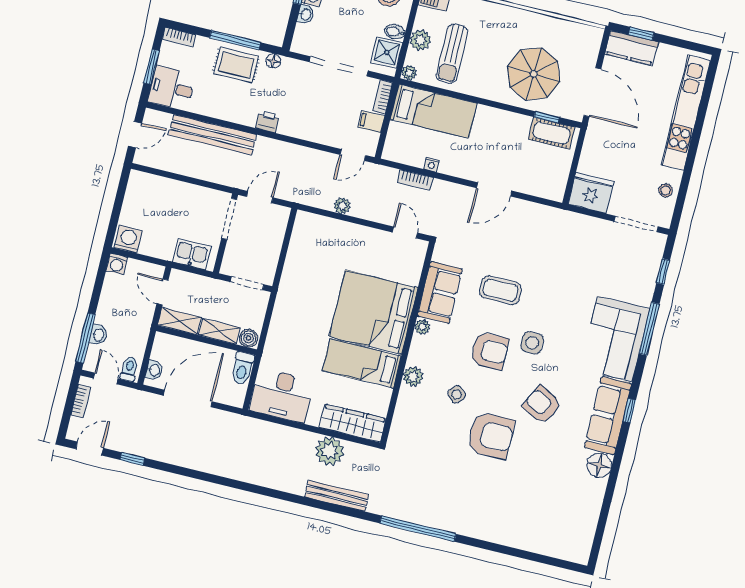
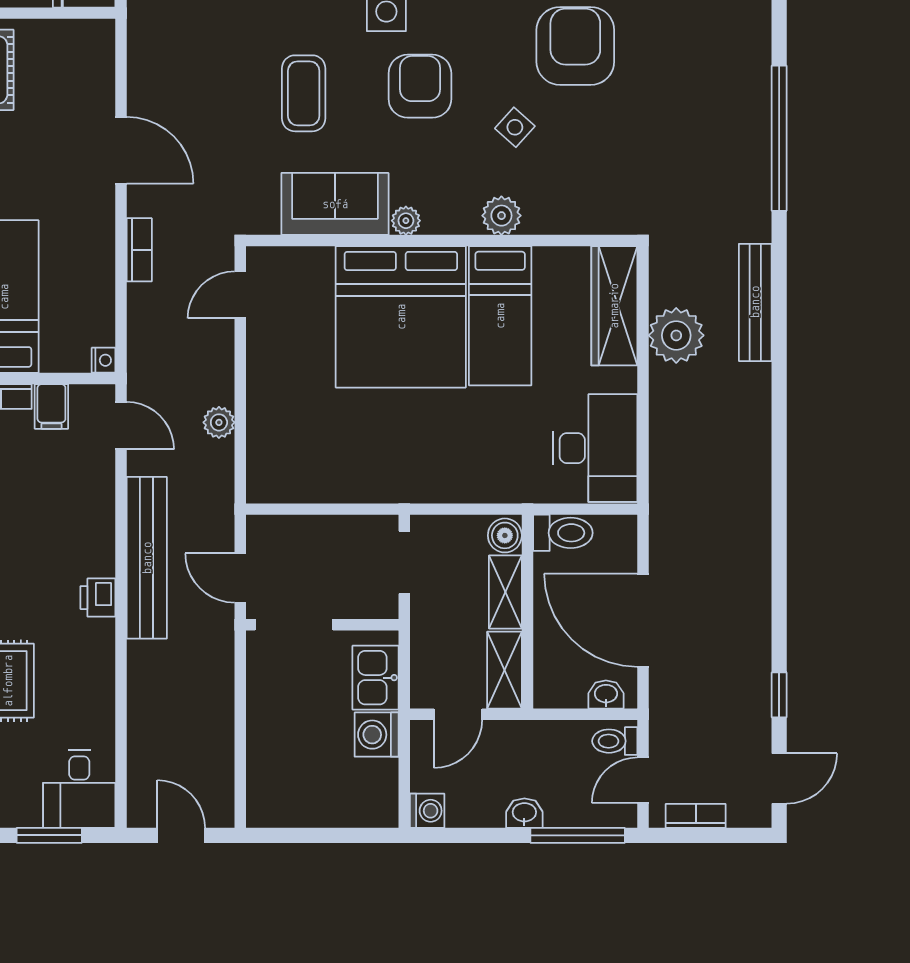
bench: (212, 135) -> (147, 558), moved
nightstand: (431, 165) -> (104, 360), moved
bookcase: (415, 180) -> (139, 250), moved
washing machine: (128, 239) -> (377, 735), moved
washbasin: (98, 335) -> (524, 813), moved
door: (89, 449) -> (779, 778), swing flipped

